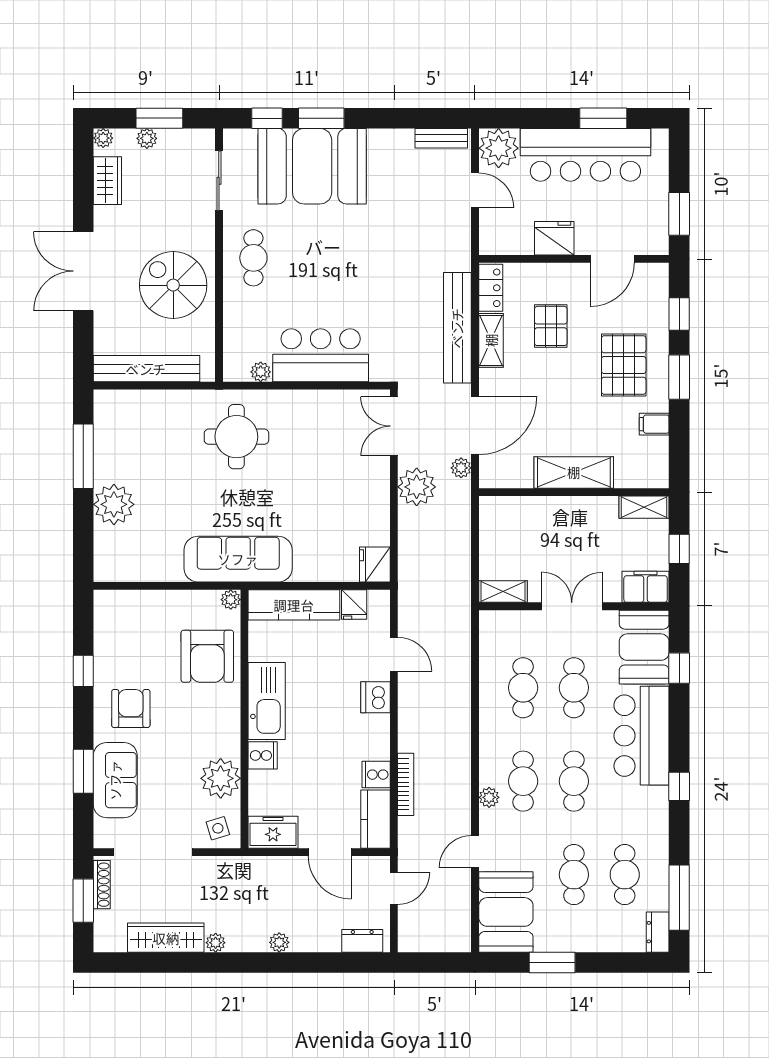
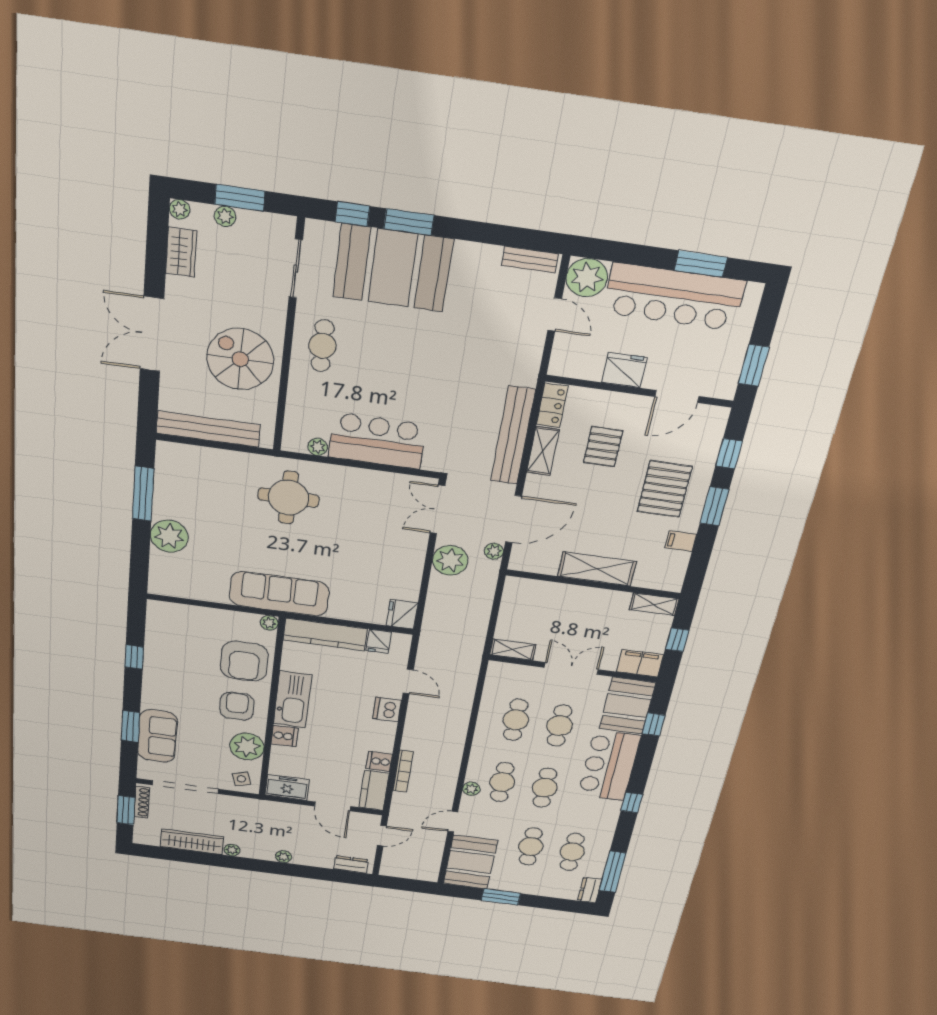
armchair: (131, 708) -> (237, 706), moved

